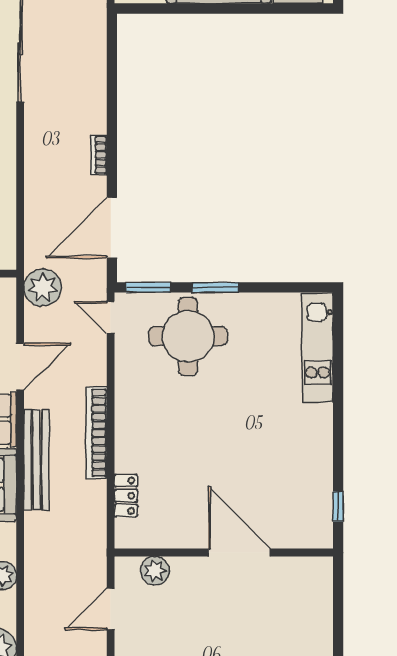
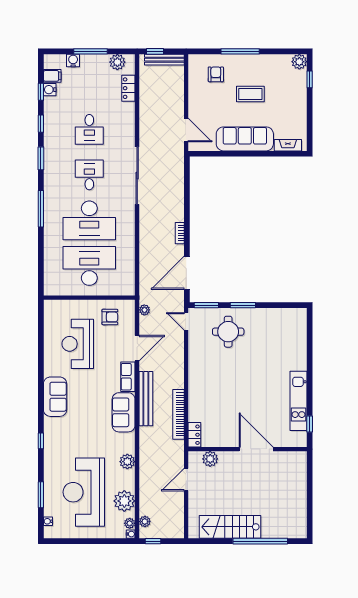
plant: (43, 288) -> (144, 310), width x0.53, depth x0.53
round table: (188, 336) -> (228, 332), width x0.73, depth x0.73
kitchen unit: (318, 347) -> (298, 401), moved
bookcase: (96, 433) -> (178, 414), moved
locker: (126, 496) -> (194, 435), moved

